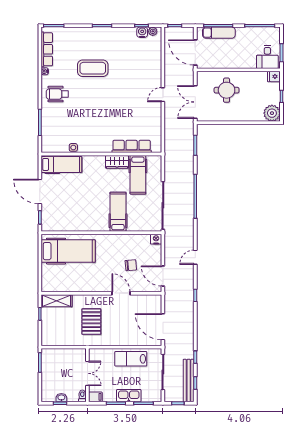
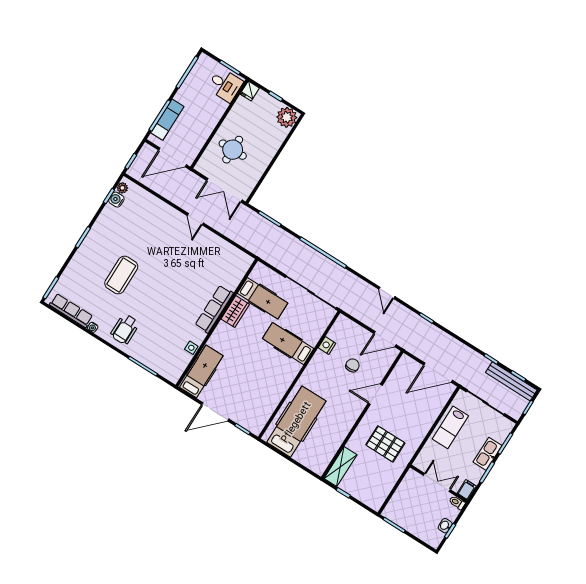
row of seats: (132, 146) -> (214, 309), moved
nightstand: (156, 239) -> (327, 345), moved

